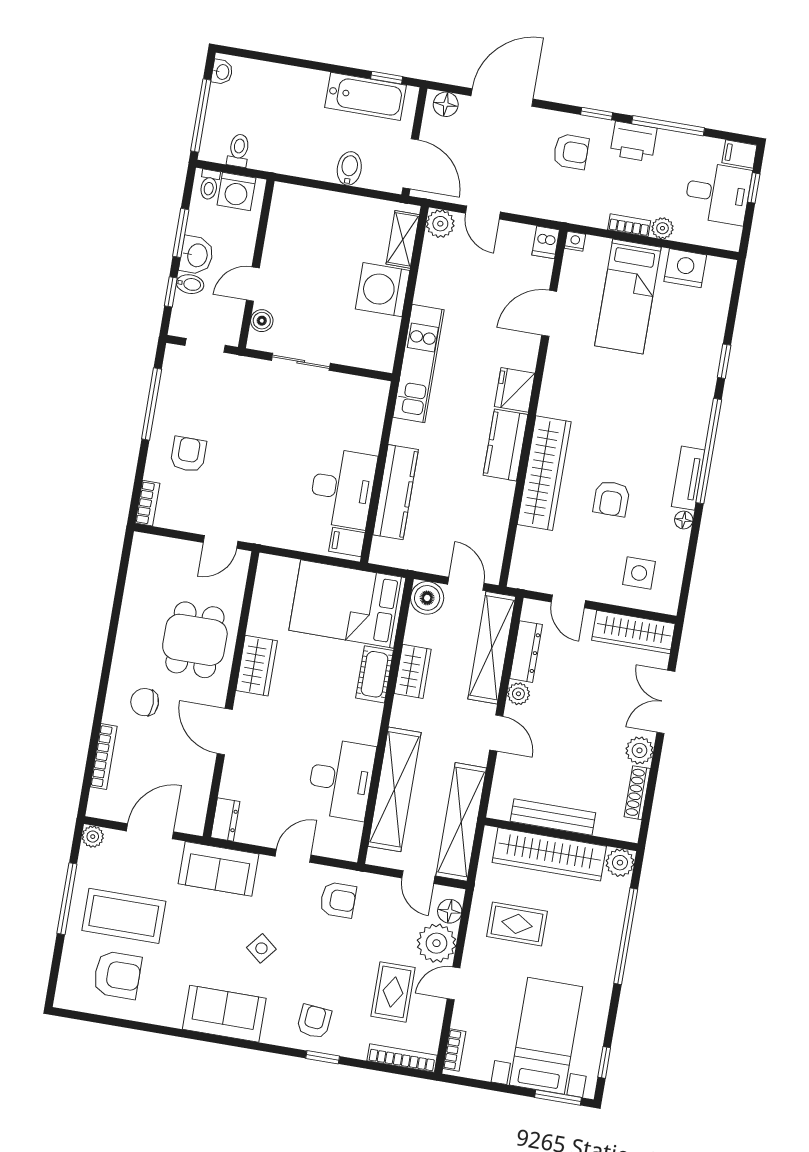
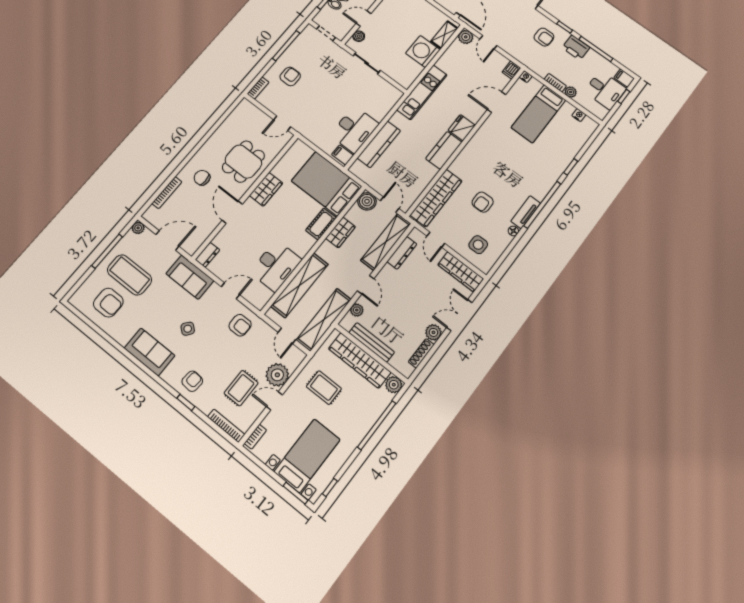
nightstand: (685, 268) -> (579, 115), width x0.53, depth x0.56
wardrobe: (544, 473) -> (436, 198), moved
plant: (518, 694) -> (357, 310), moved
floor lamp: (450, 911) -> (293, 362), removed

